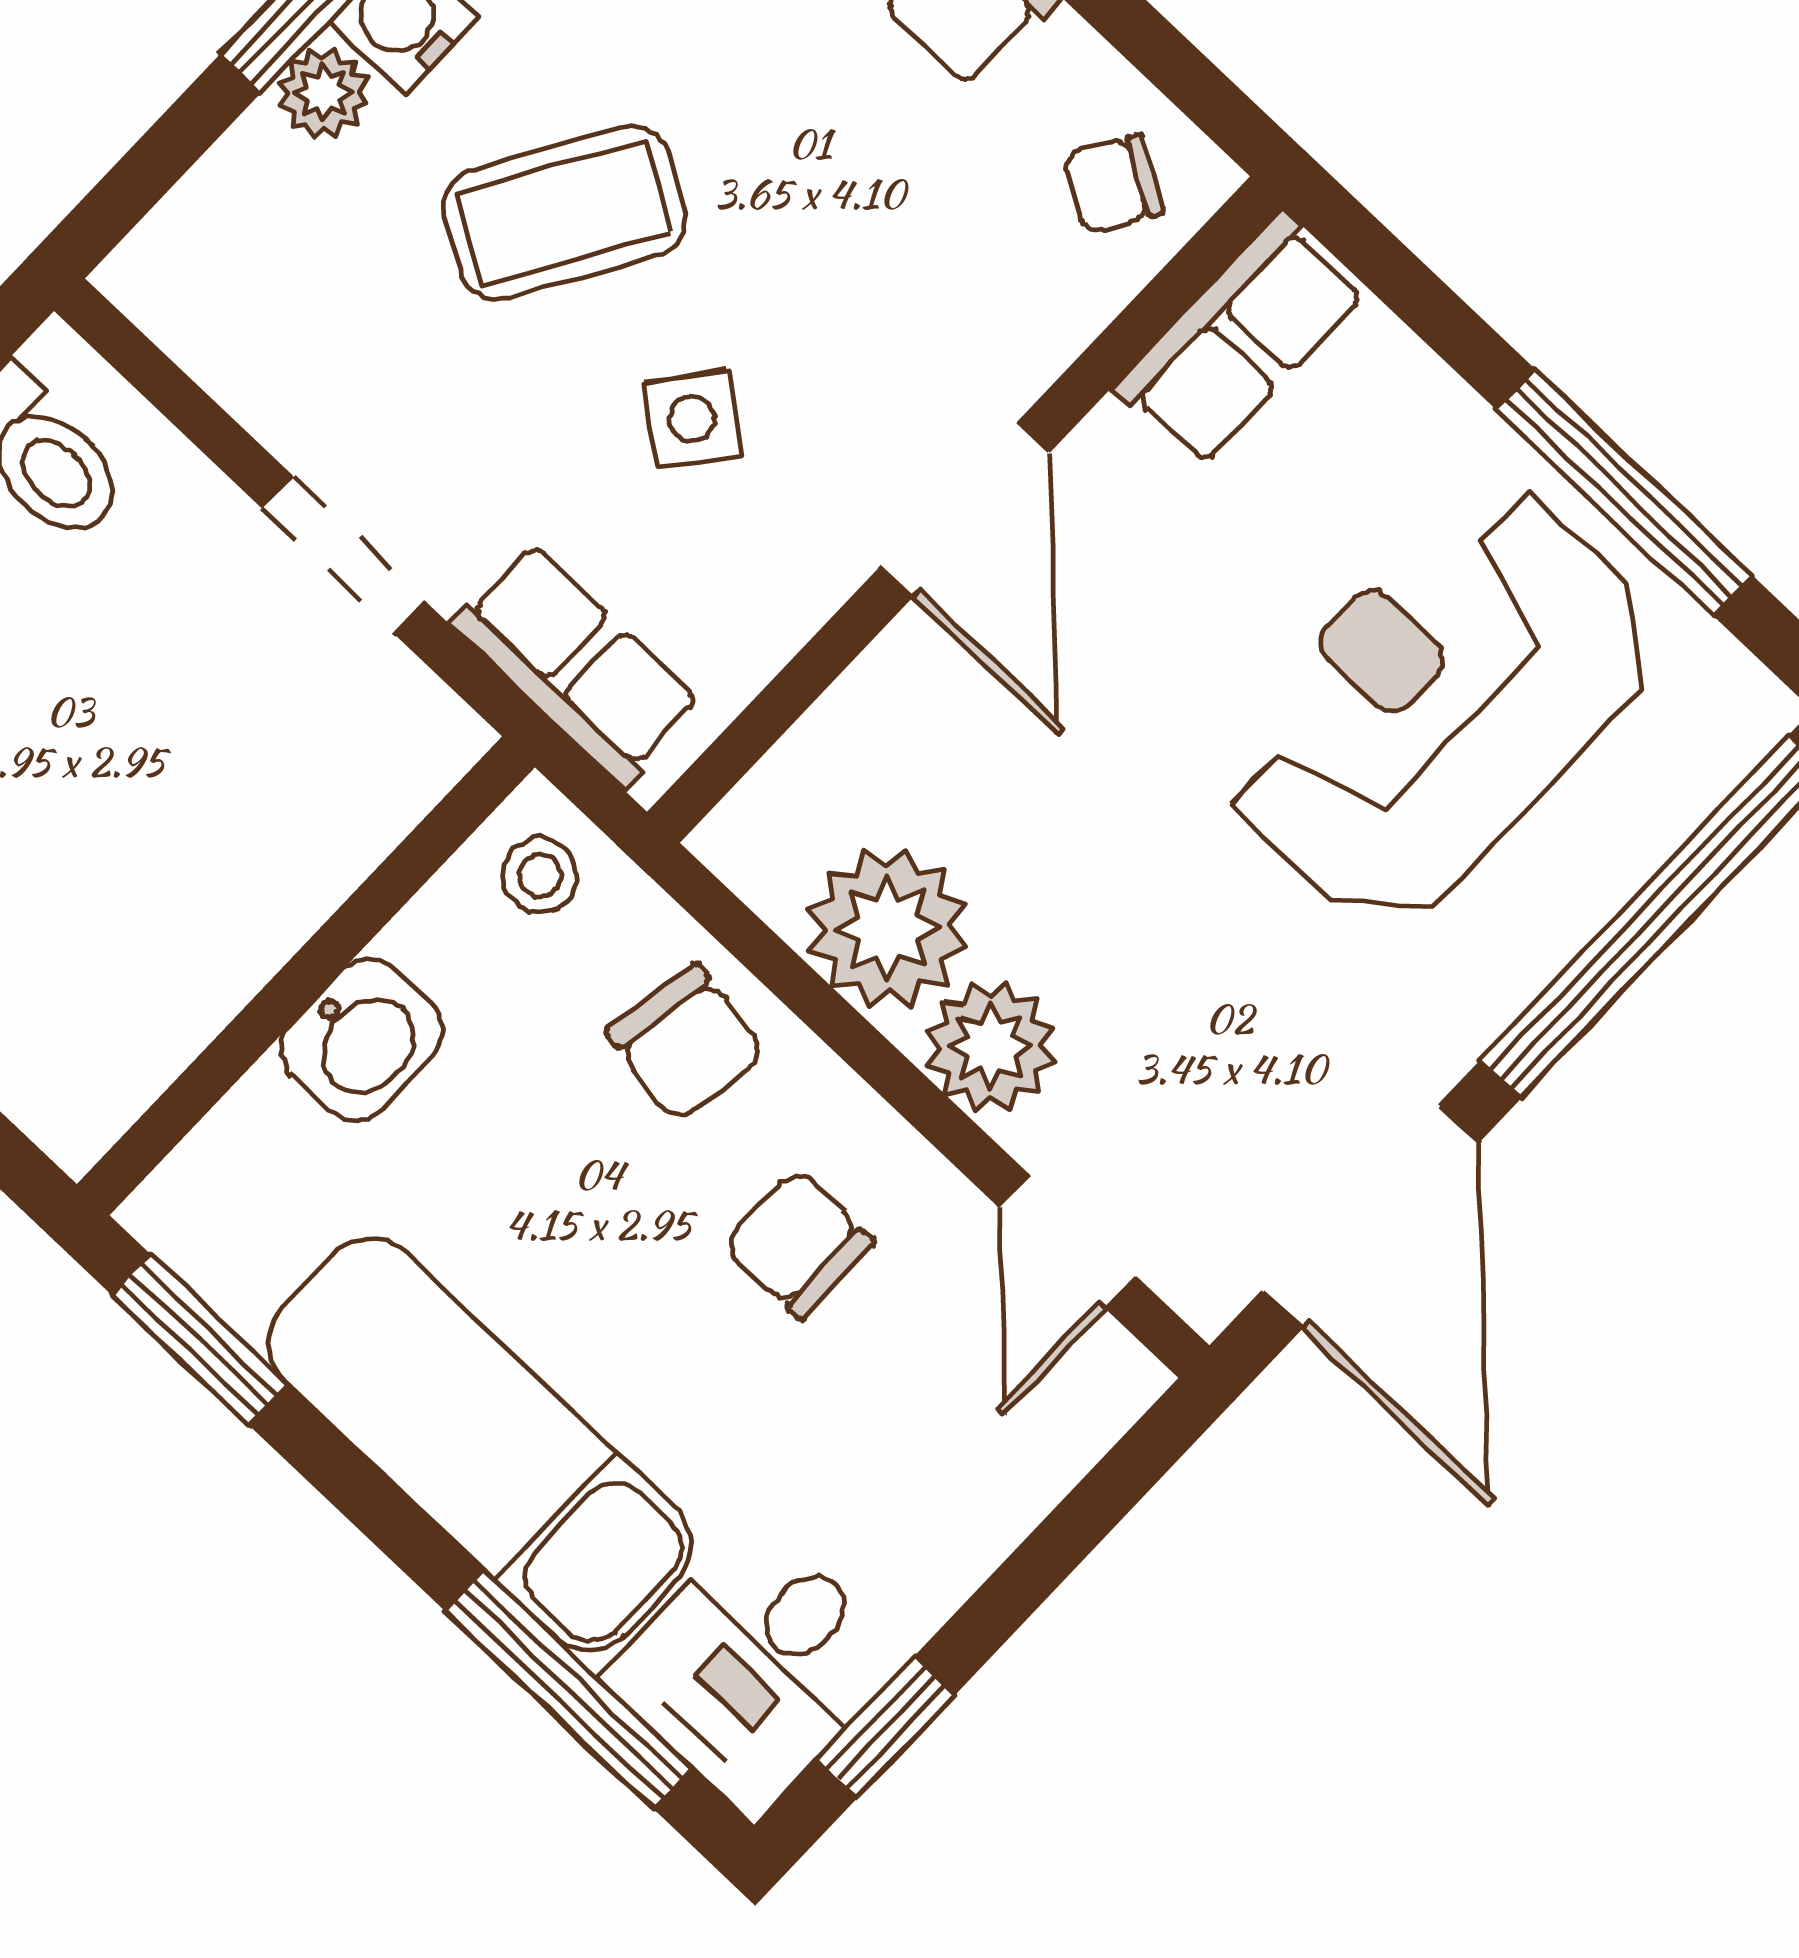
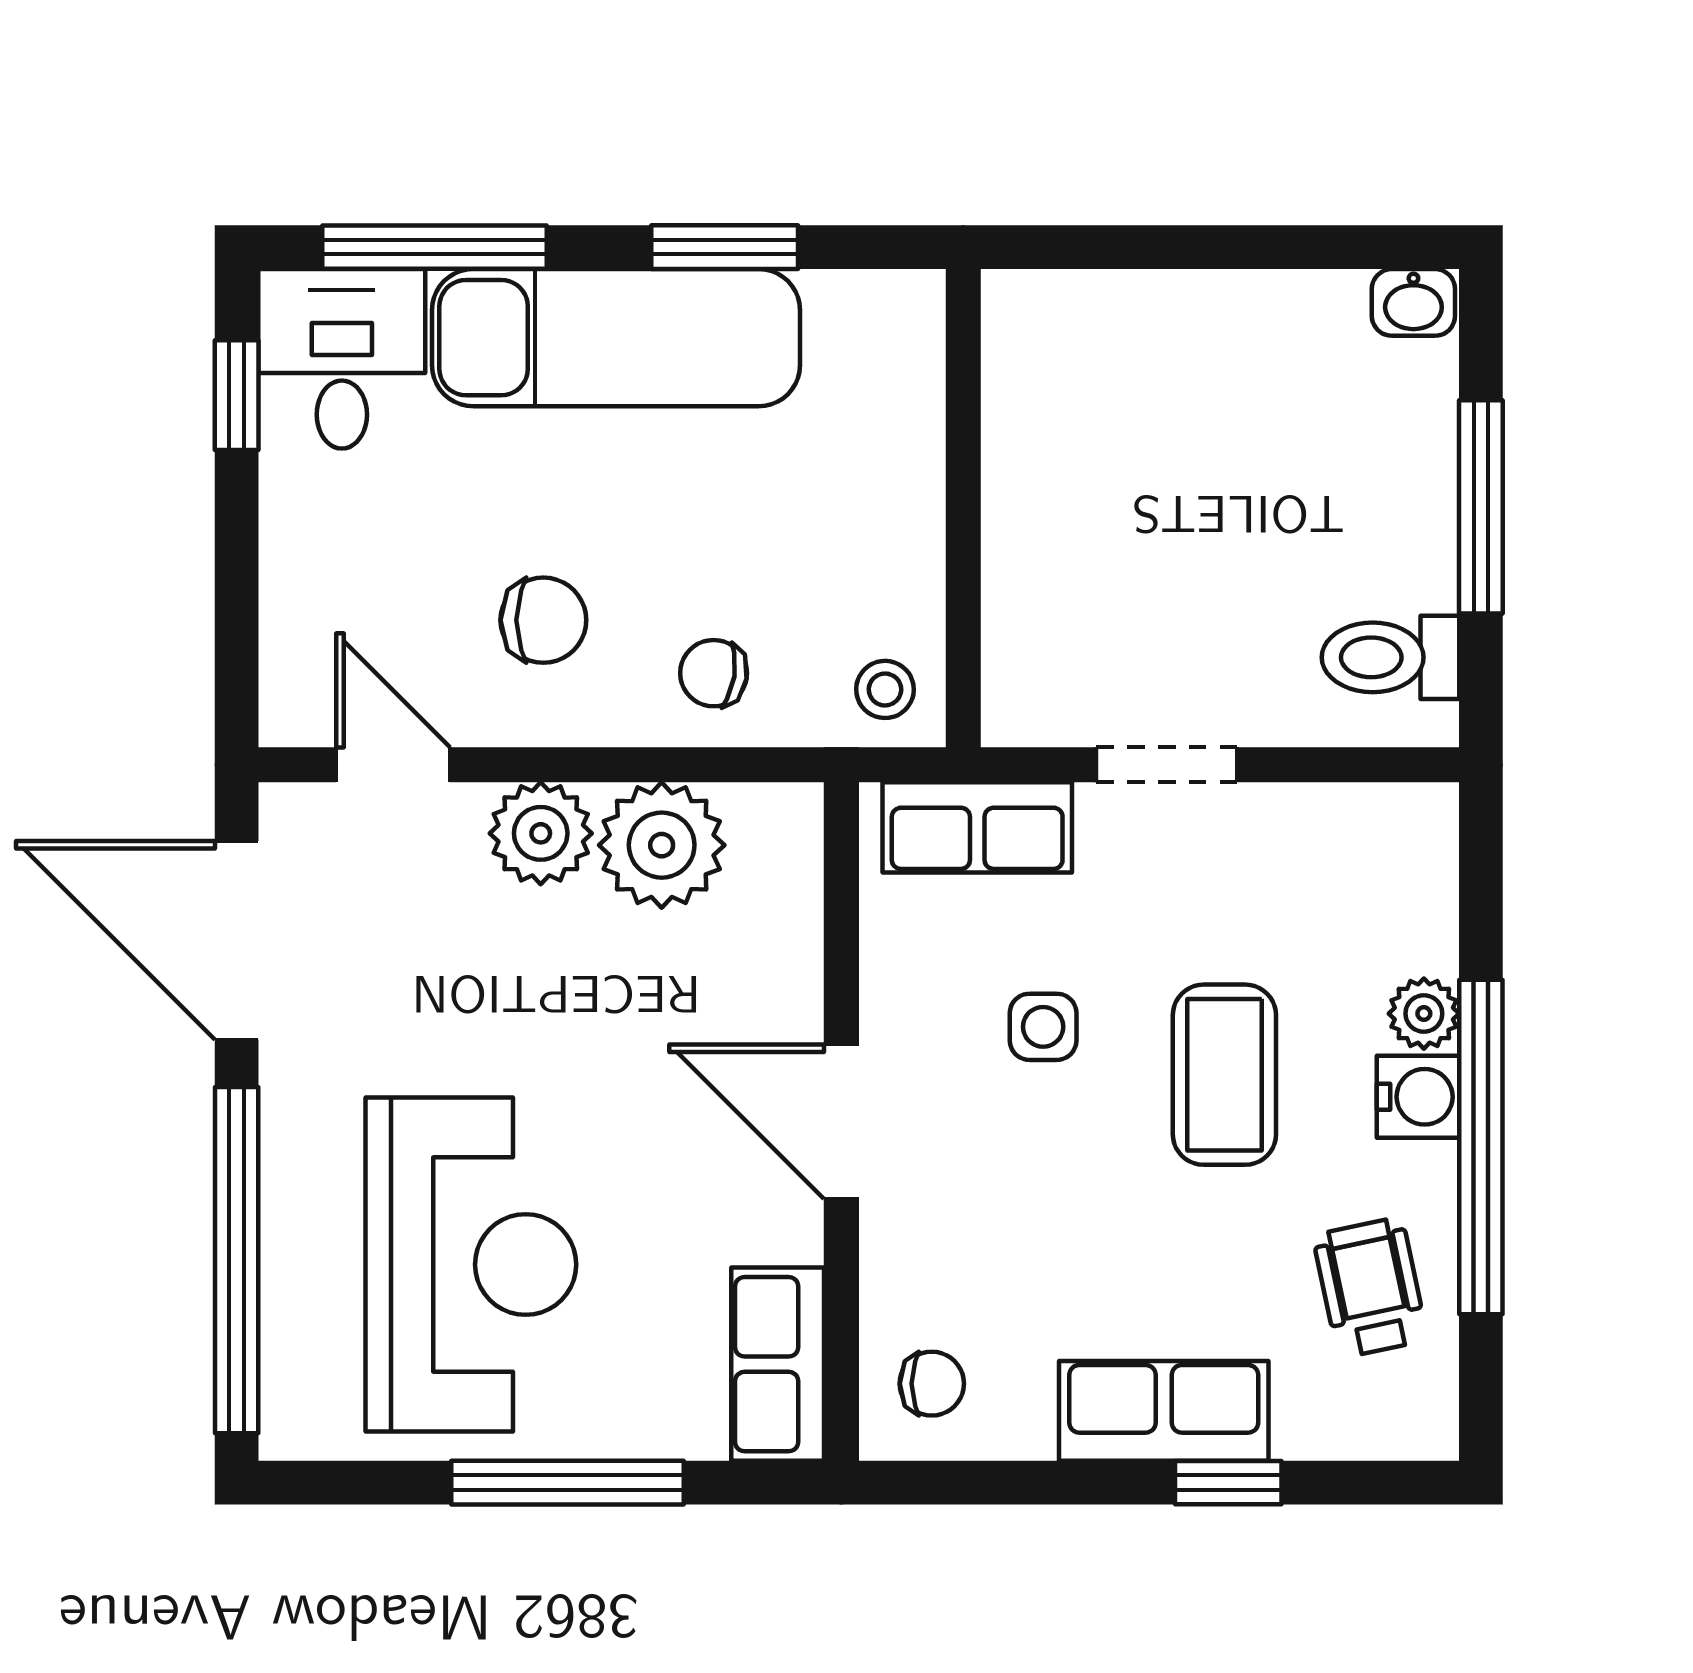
chair: (1113, 184) -> (932, 1384), turned 59
coffee table: (565, 213) -> (1224, 1075), turned -31
side table: (692, 419) -> (1043, 1027), turned -38
window: (1624, 492) -> (567, 1483), moved
washbasin: (362, 1040) -> (898, 502), removed
chair: (686, 1043) -> (714, 673), width x0.73, depth x0.73
window: (200, 1340) -> (725, 247), moved

